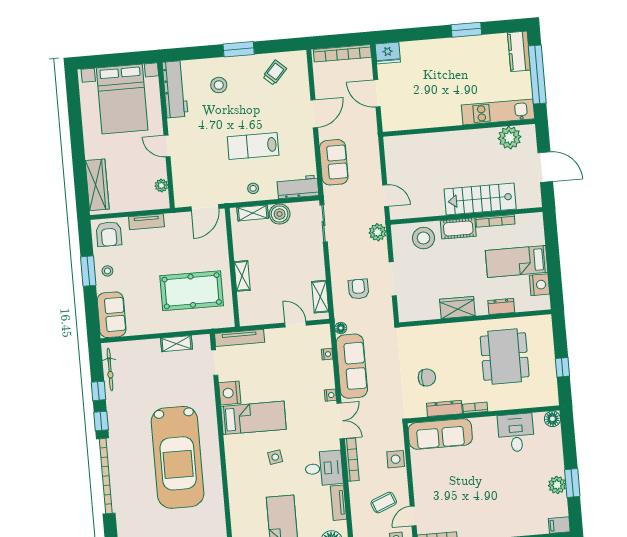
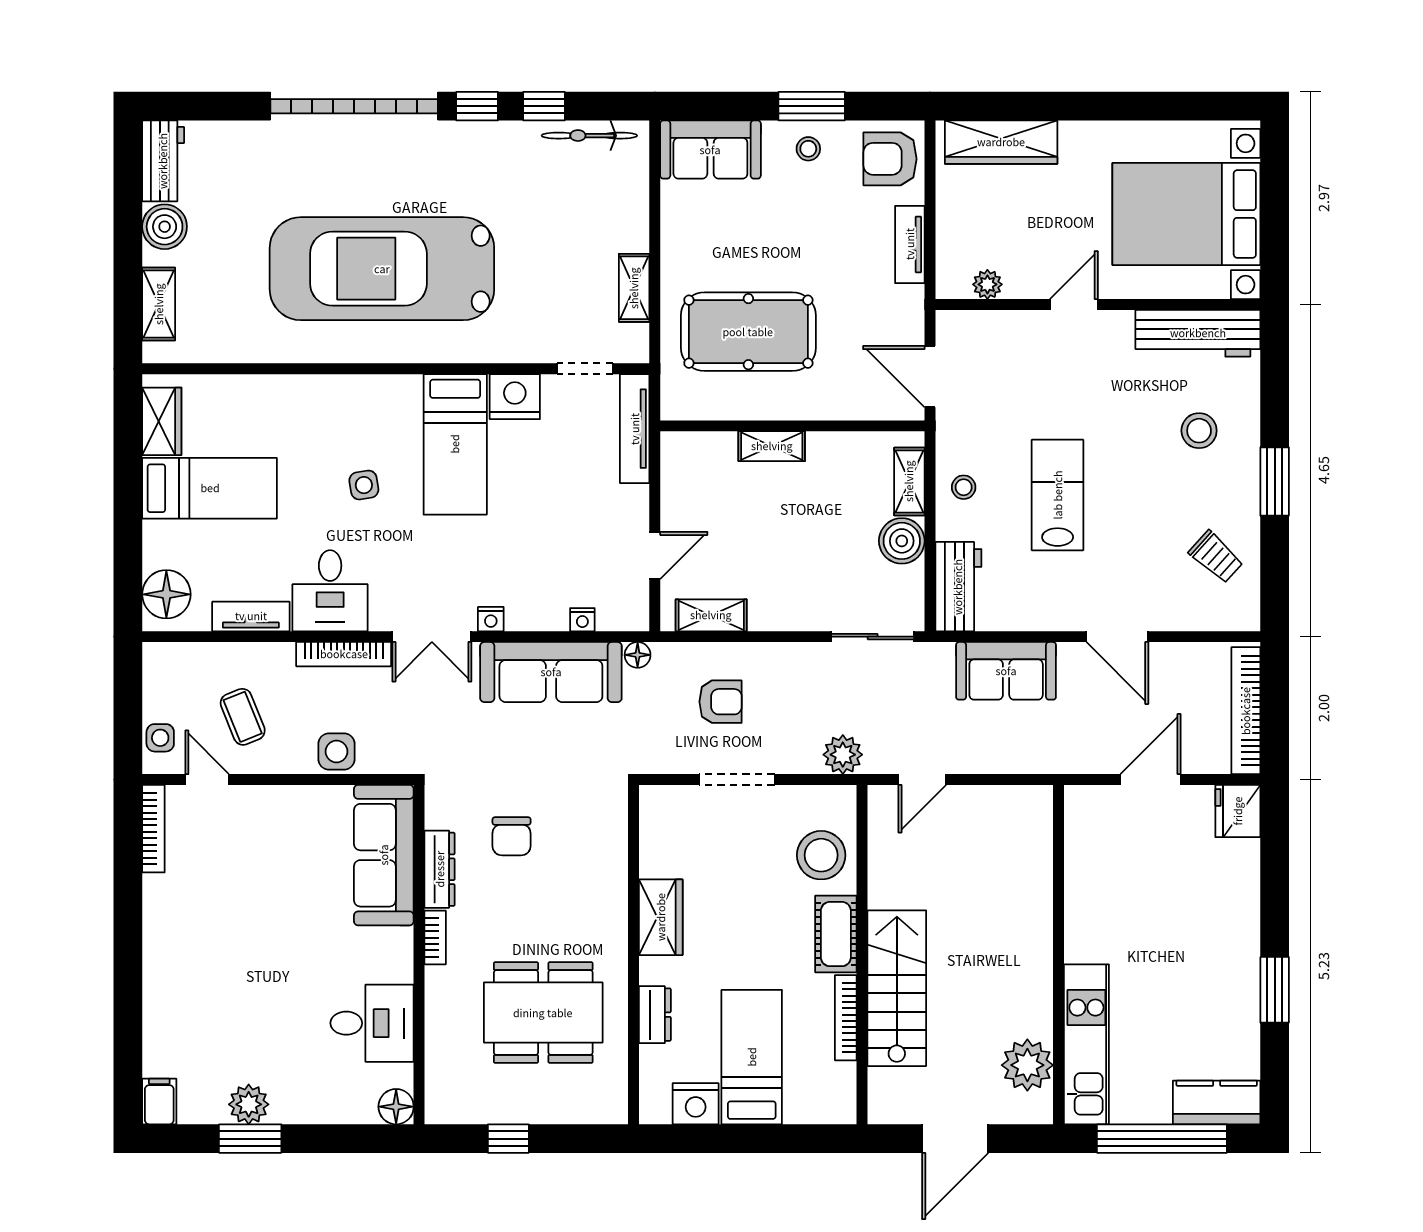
pool table: (192, 291) -> (748, 332), turned 90

